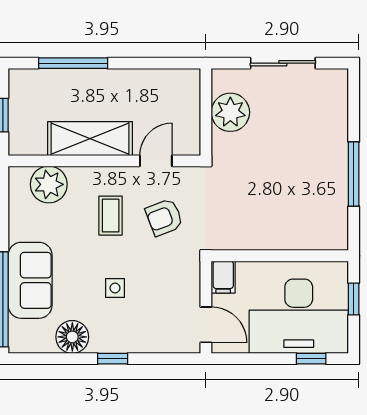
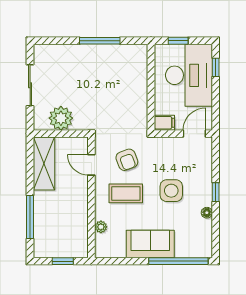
shelving: (90, 139) -> (44, 163), moved
plant: (49, 184) -> (101, 227), width x0.53, depth x0.53
coffee table: (111, 216) -> (126, 193), width x1.36, depth x1.30
sofa: (30, 280) -> (150, 244), moved
side table: (115, 288) -> (171, 191), width x1.87, depth x1.87
floor lamp: (72, 337) -> (207, 213), width x0.53, depth x0.53

